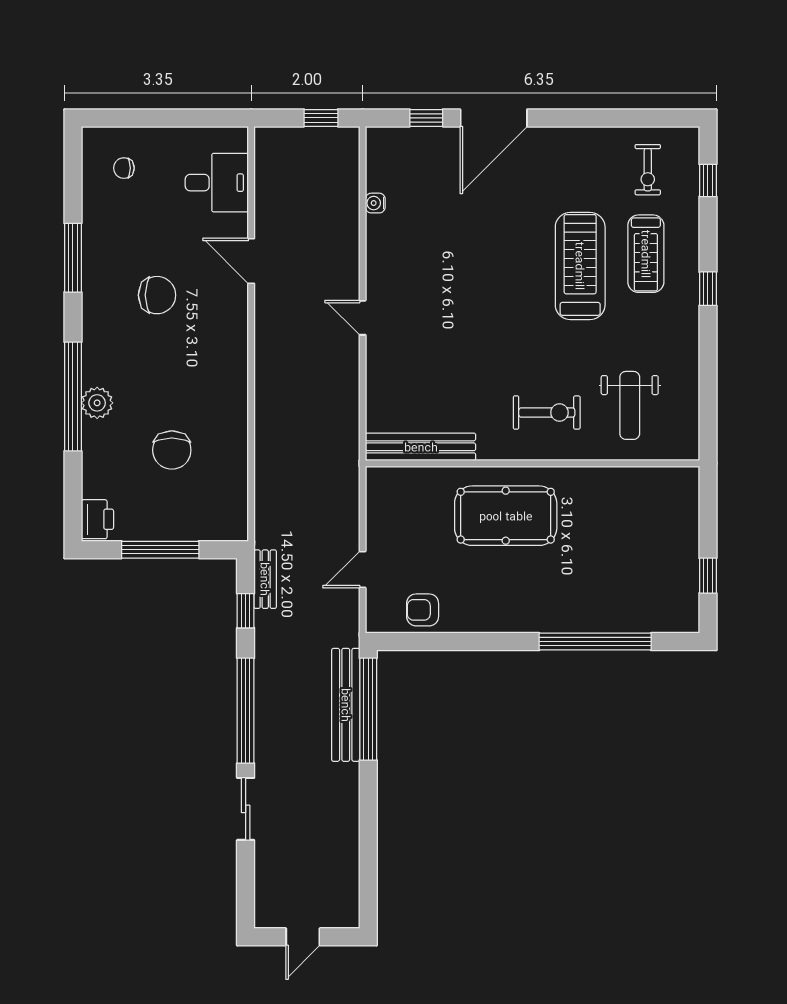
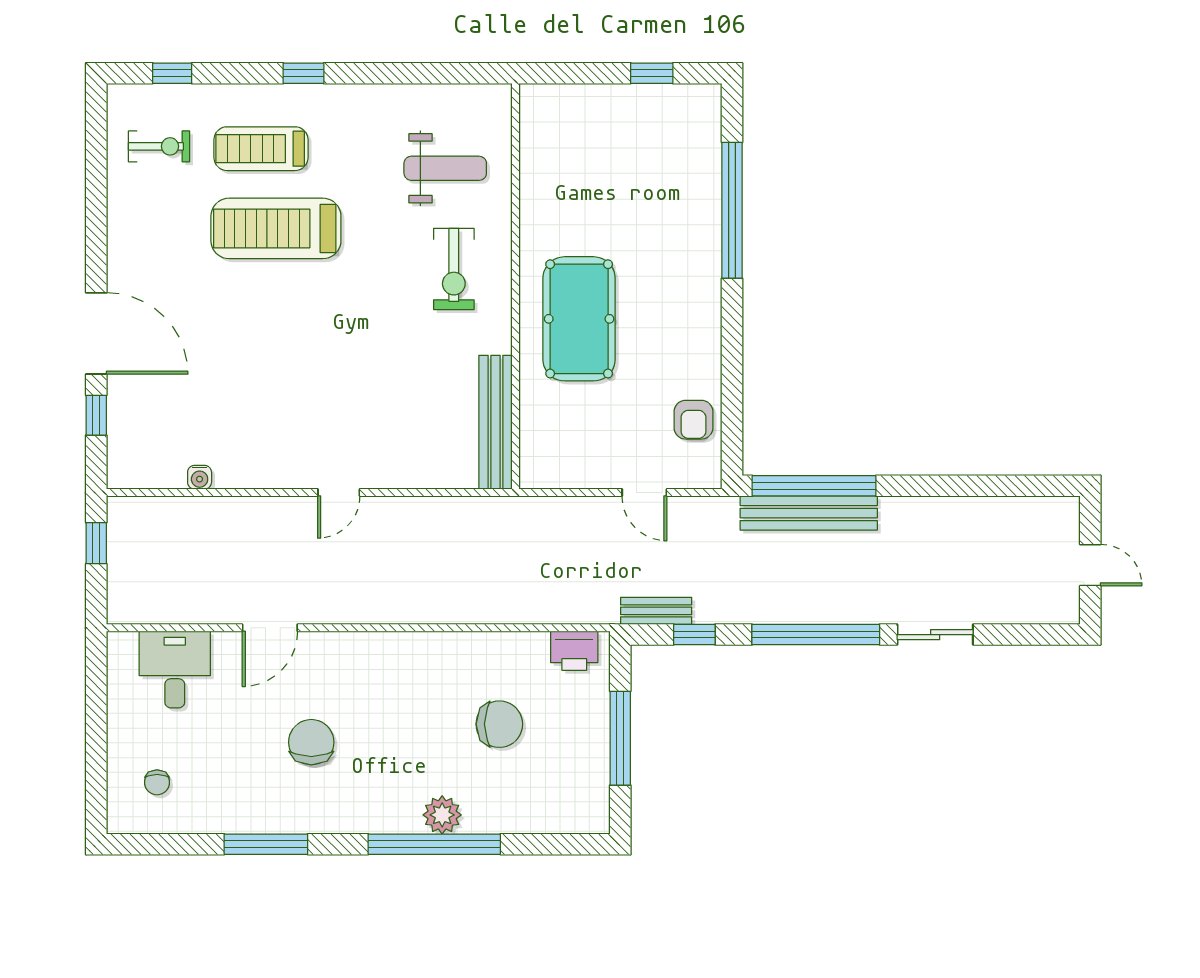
treadmill: (646, 254) -> (261, 149), turned 180
exercise bike: (547, 413) -> (454, 269), turned 180
printer: (97, 519) -> (574, 651), moved, turned 180

